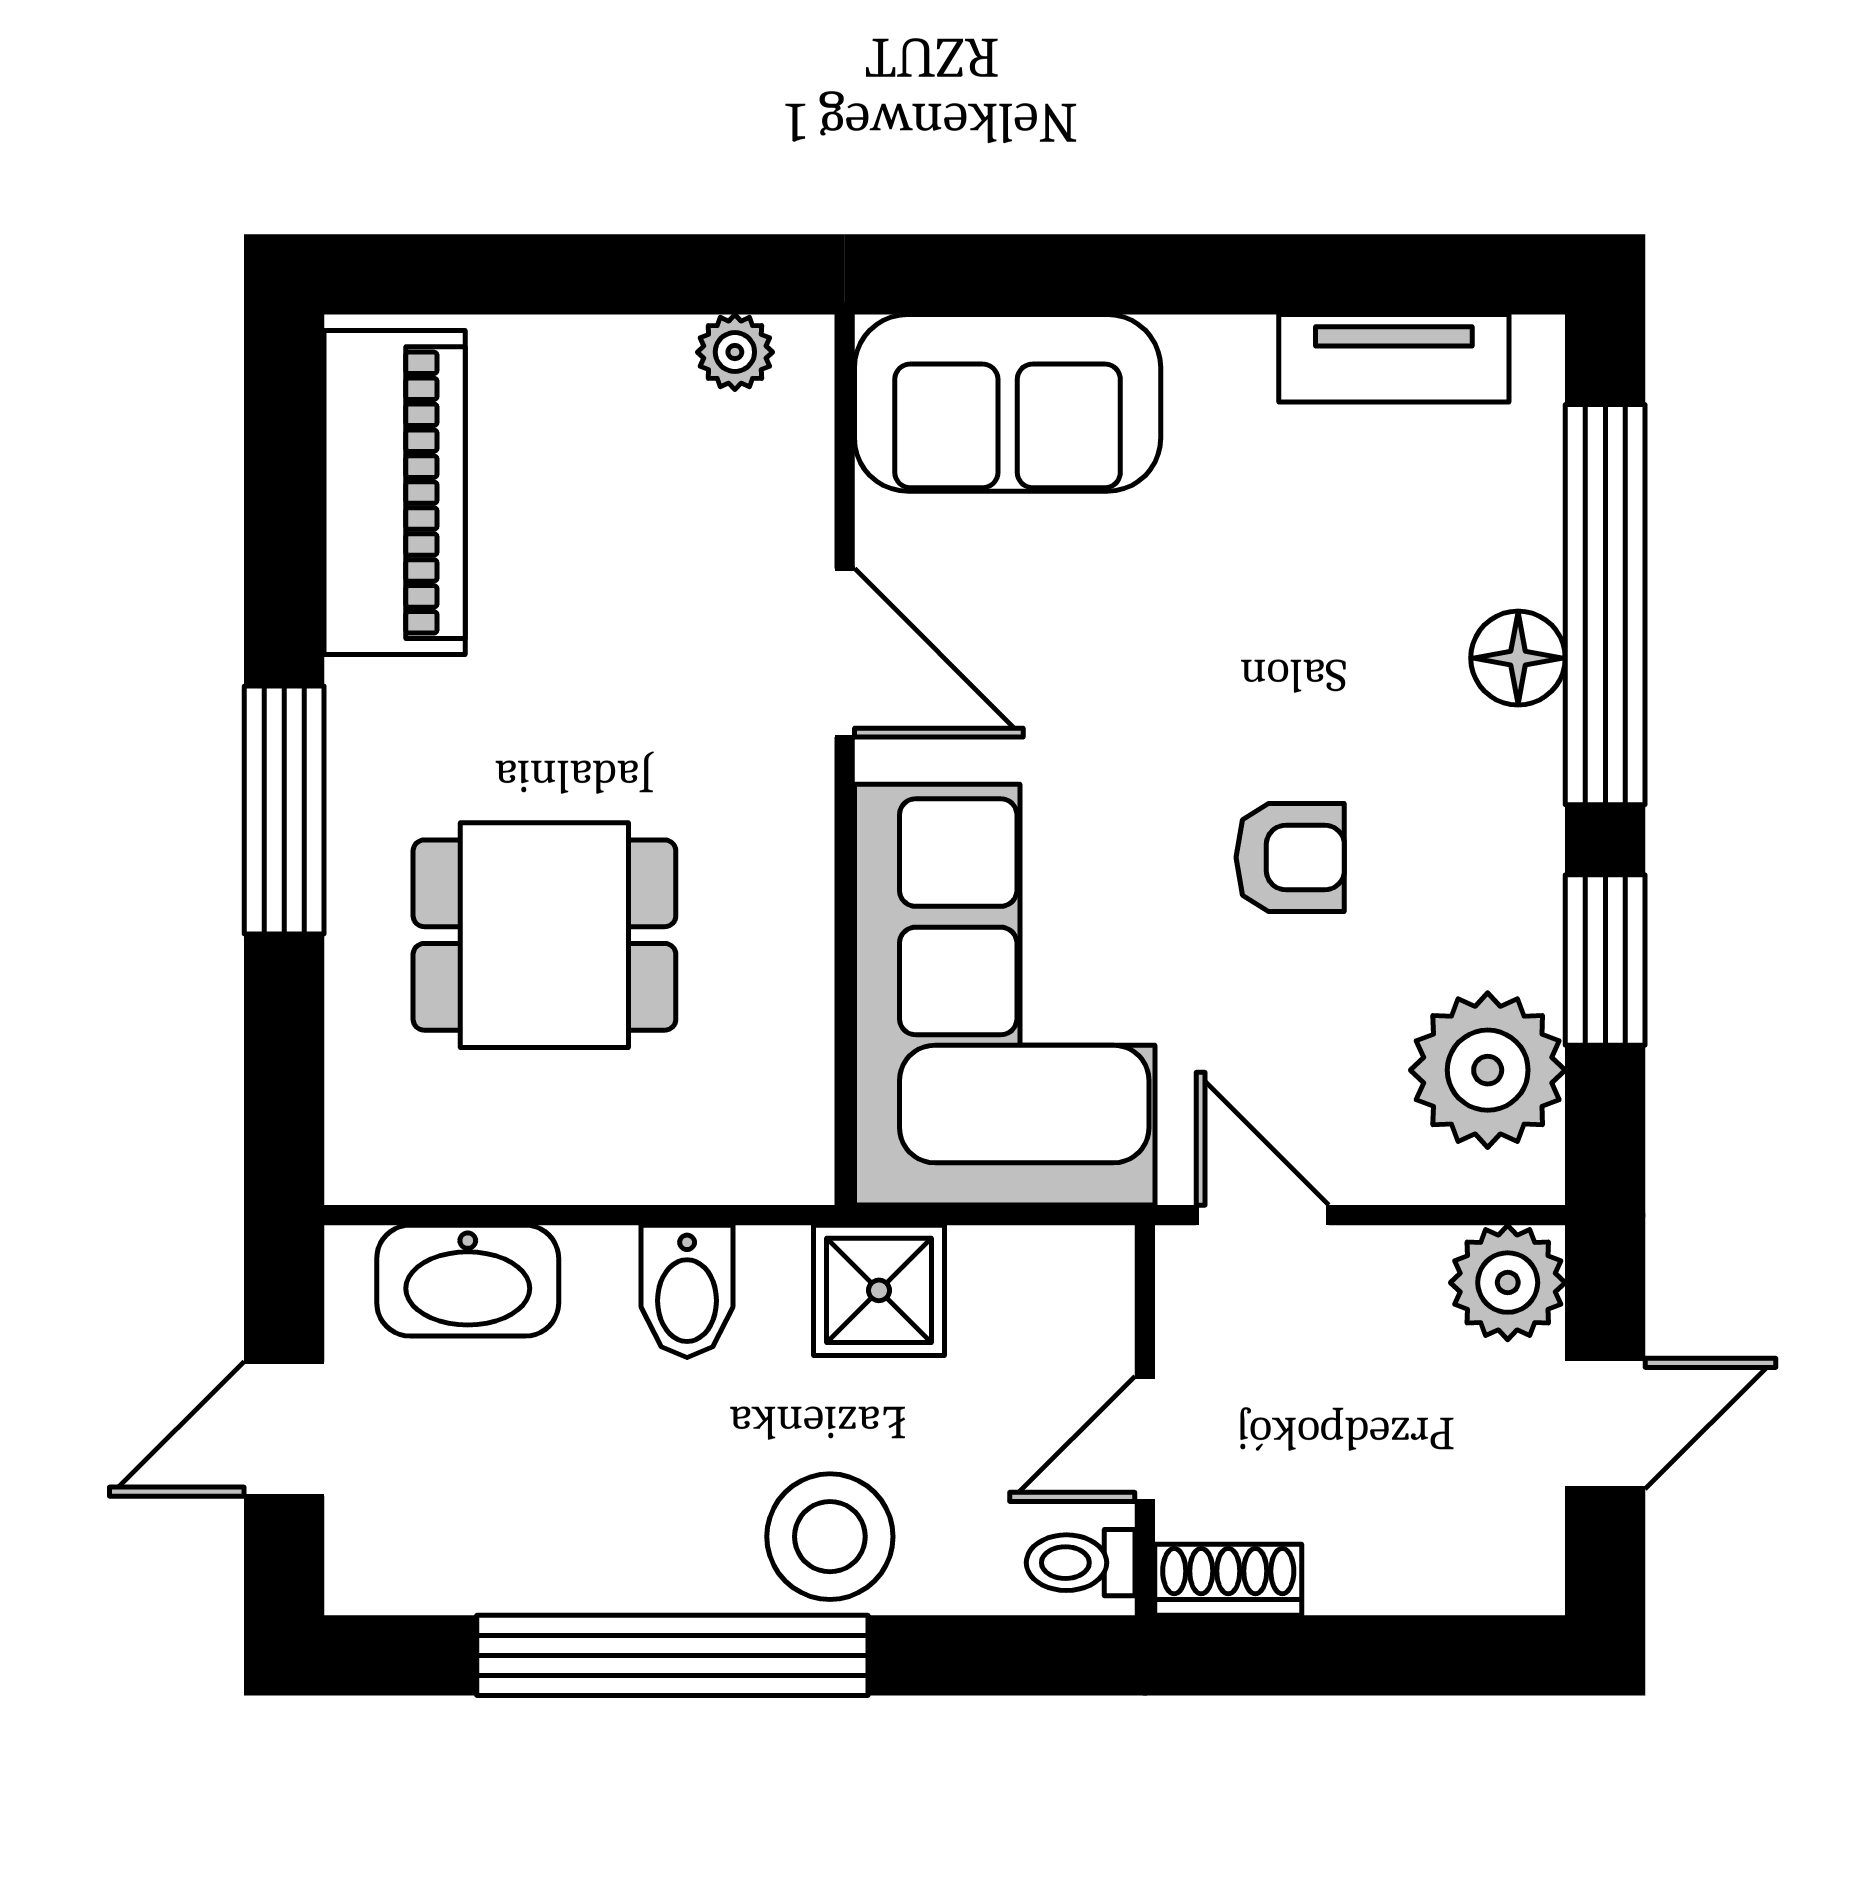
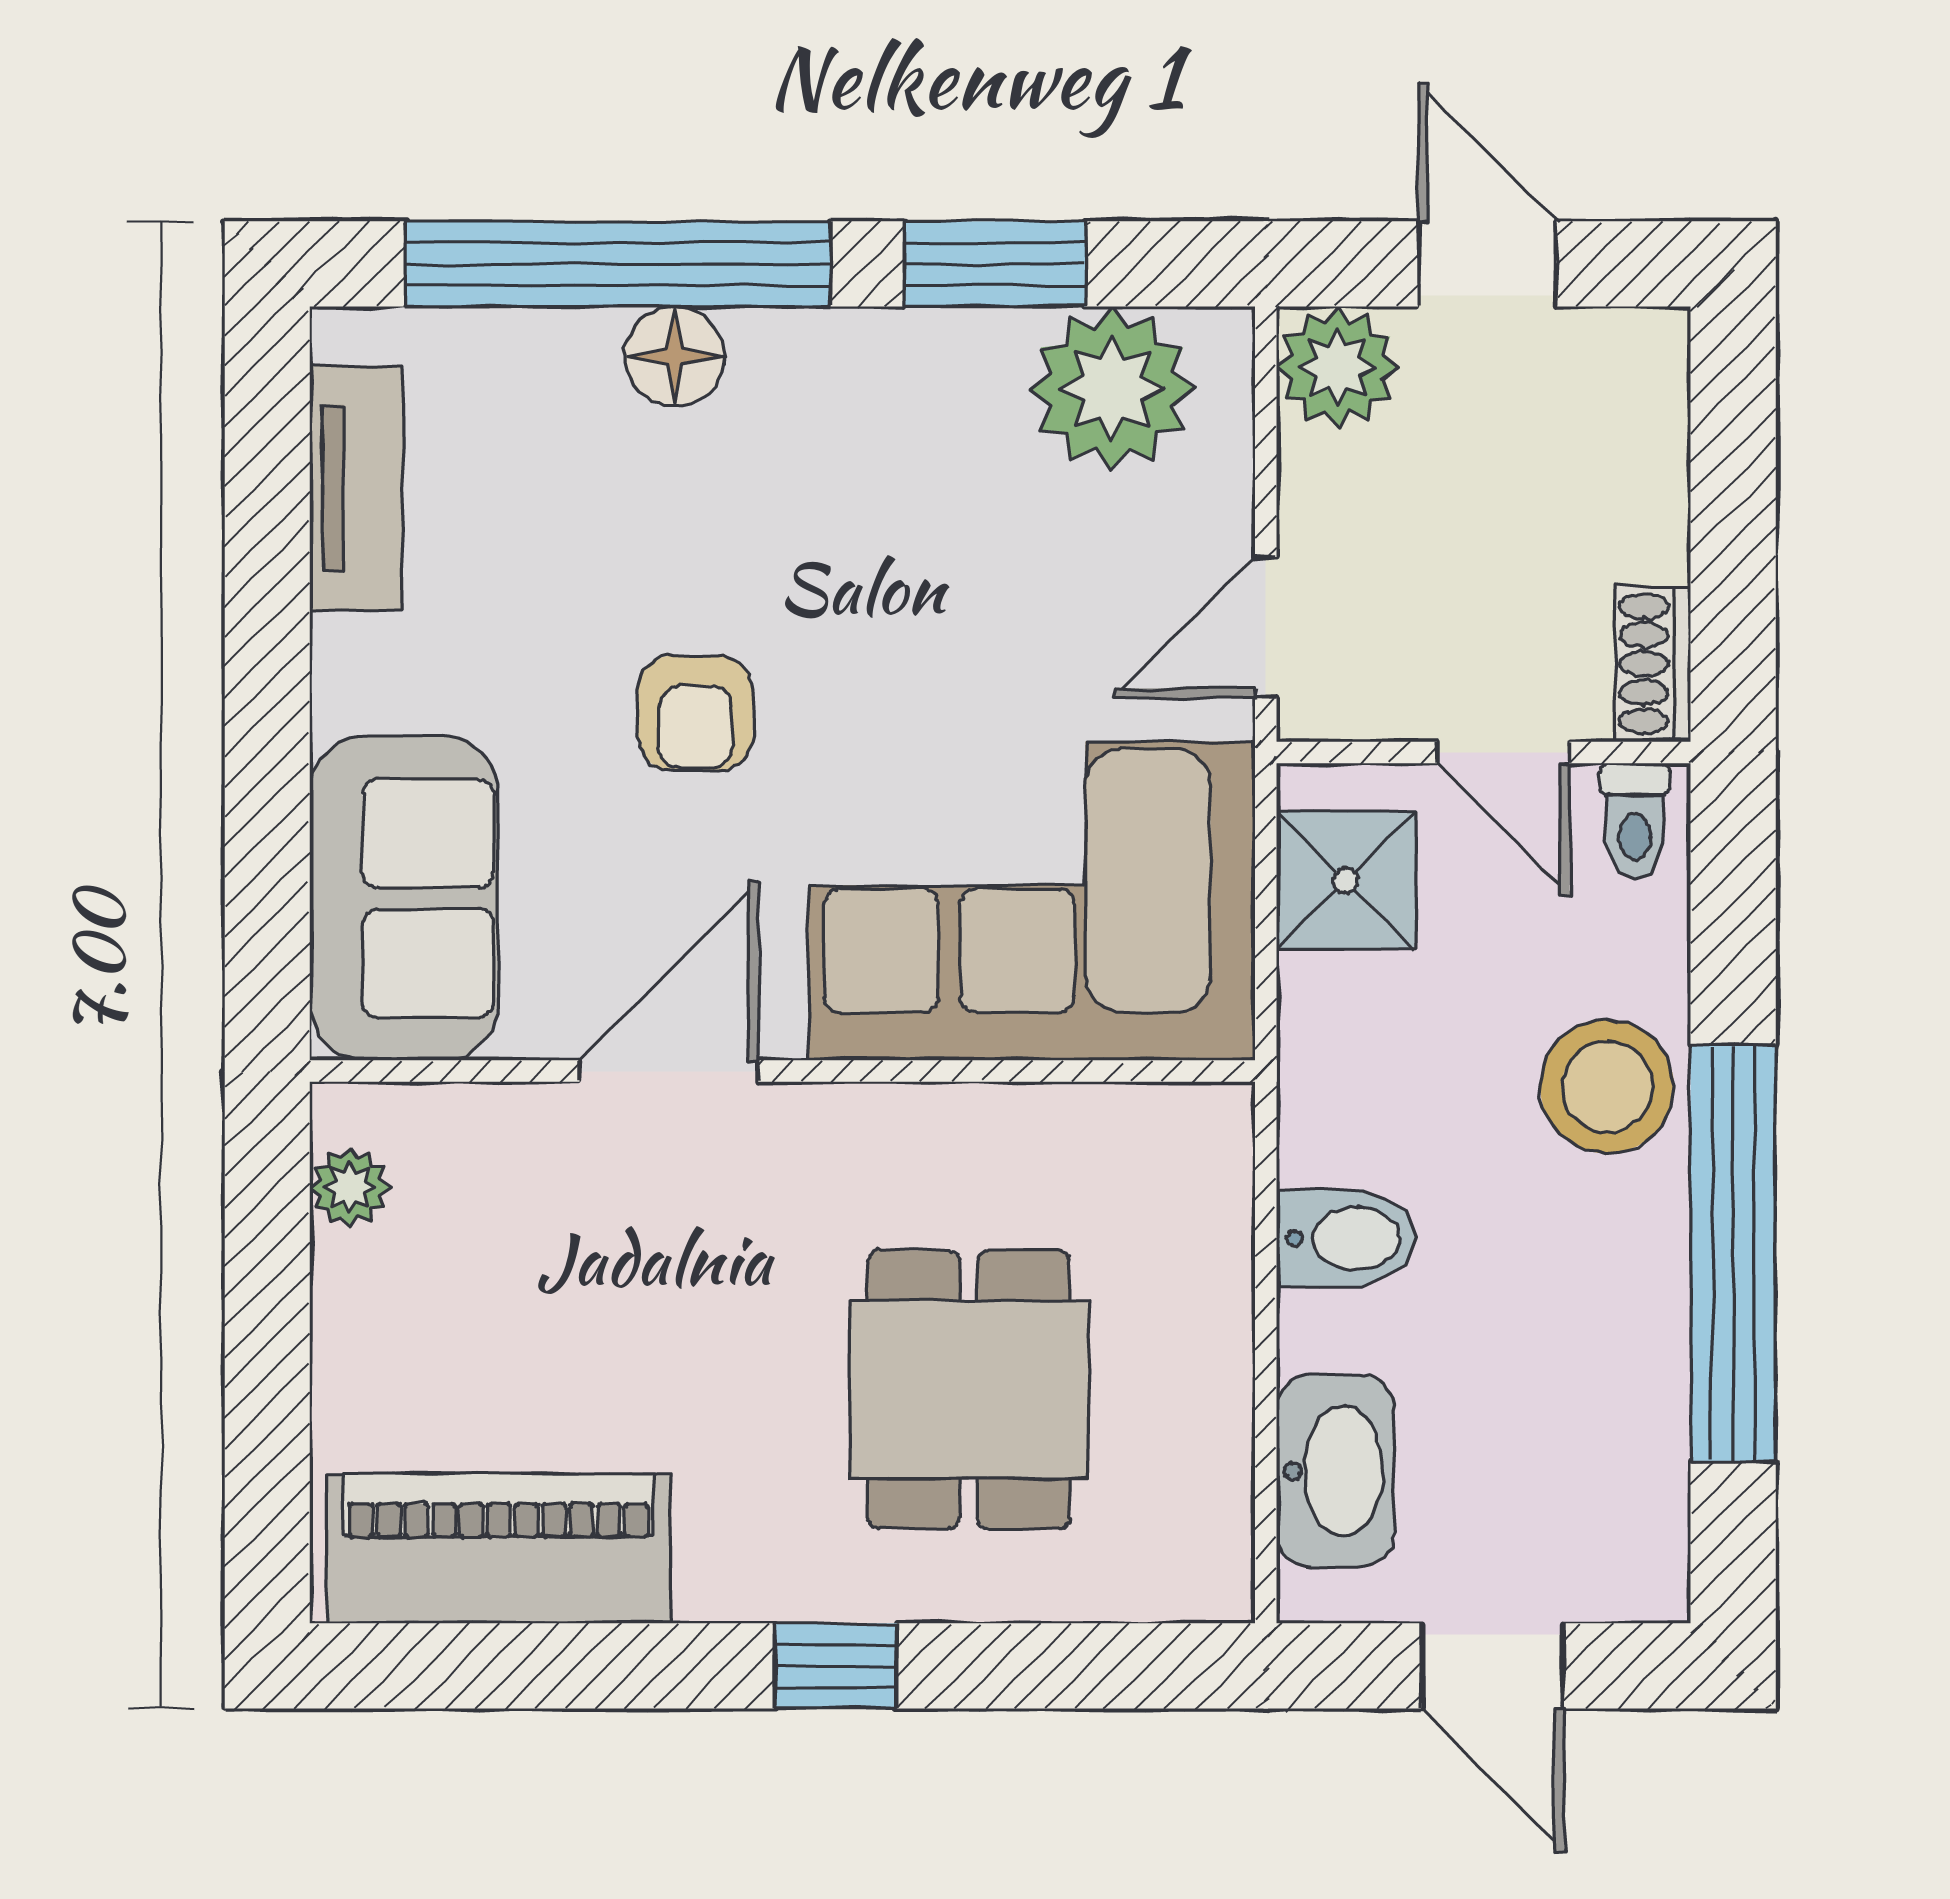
window: (284, 810) -> (836, 1666), width x0.46
armchair: (1290, 857) -> (695, 713), moved, turned 180
shower: (879, 1290) -> (1346, 880), moved

